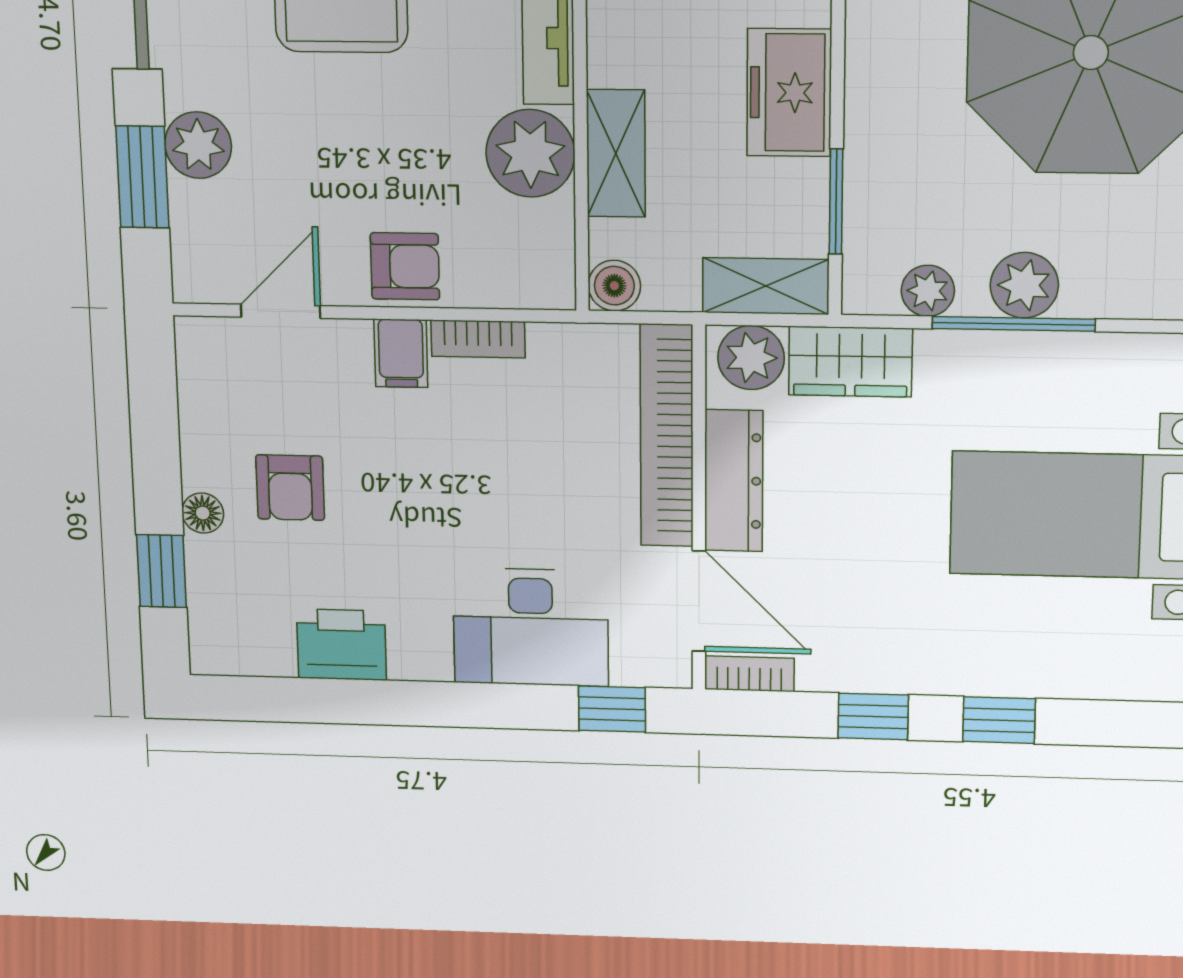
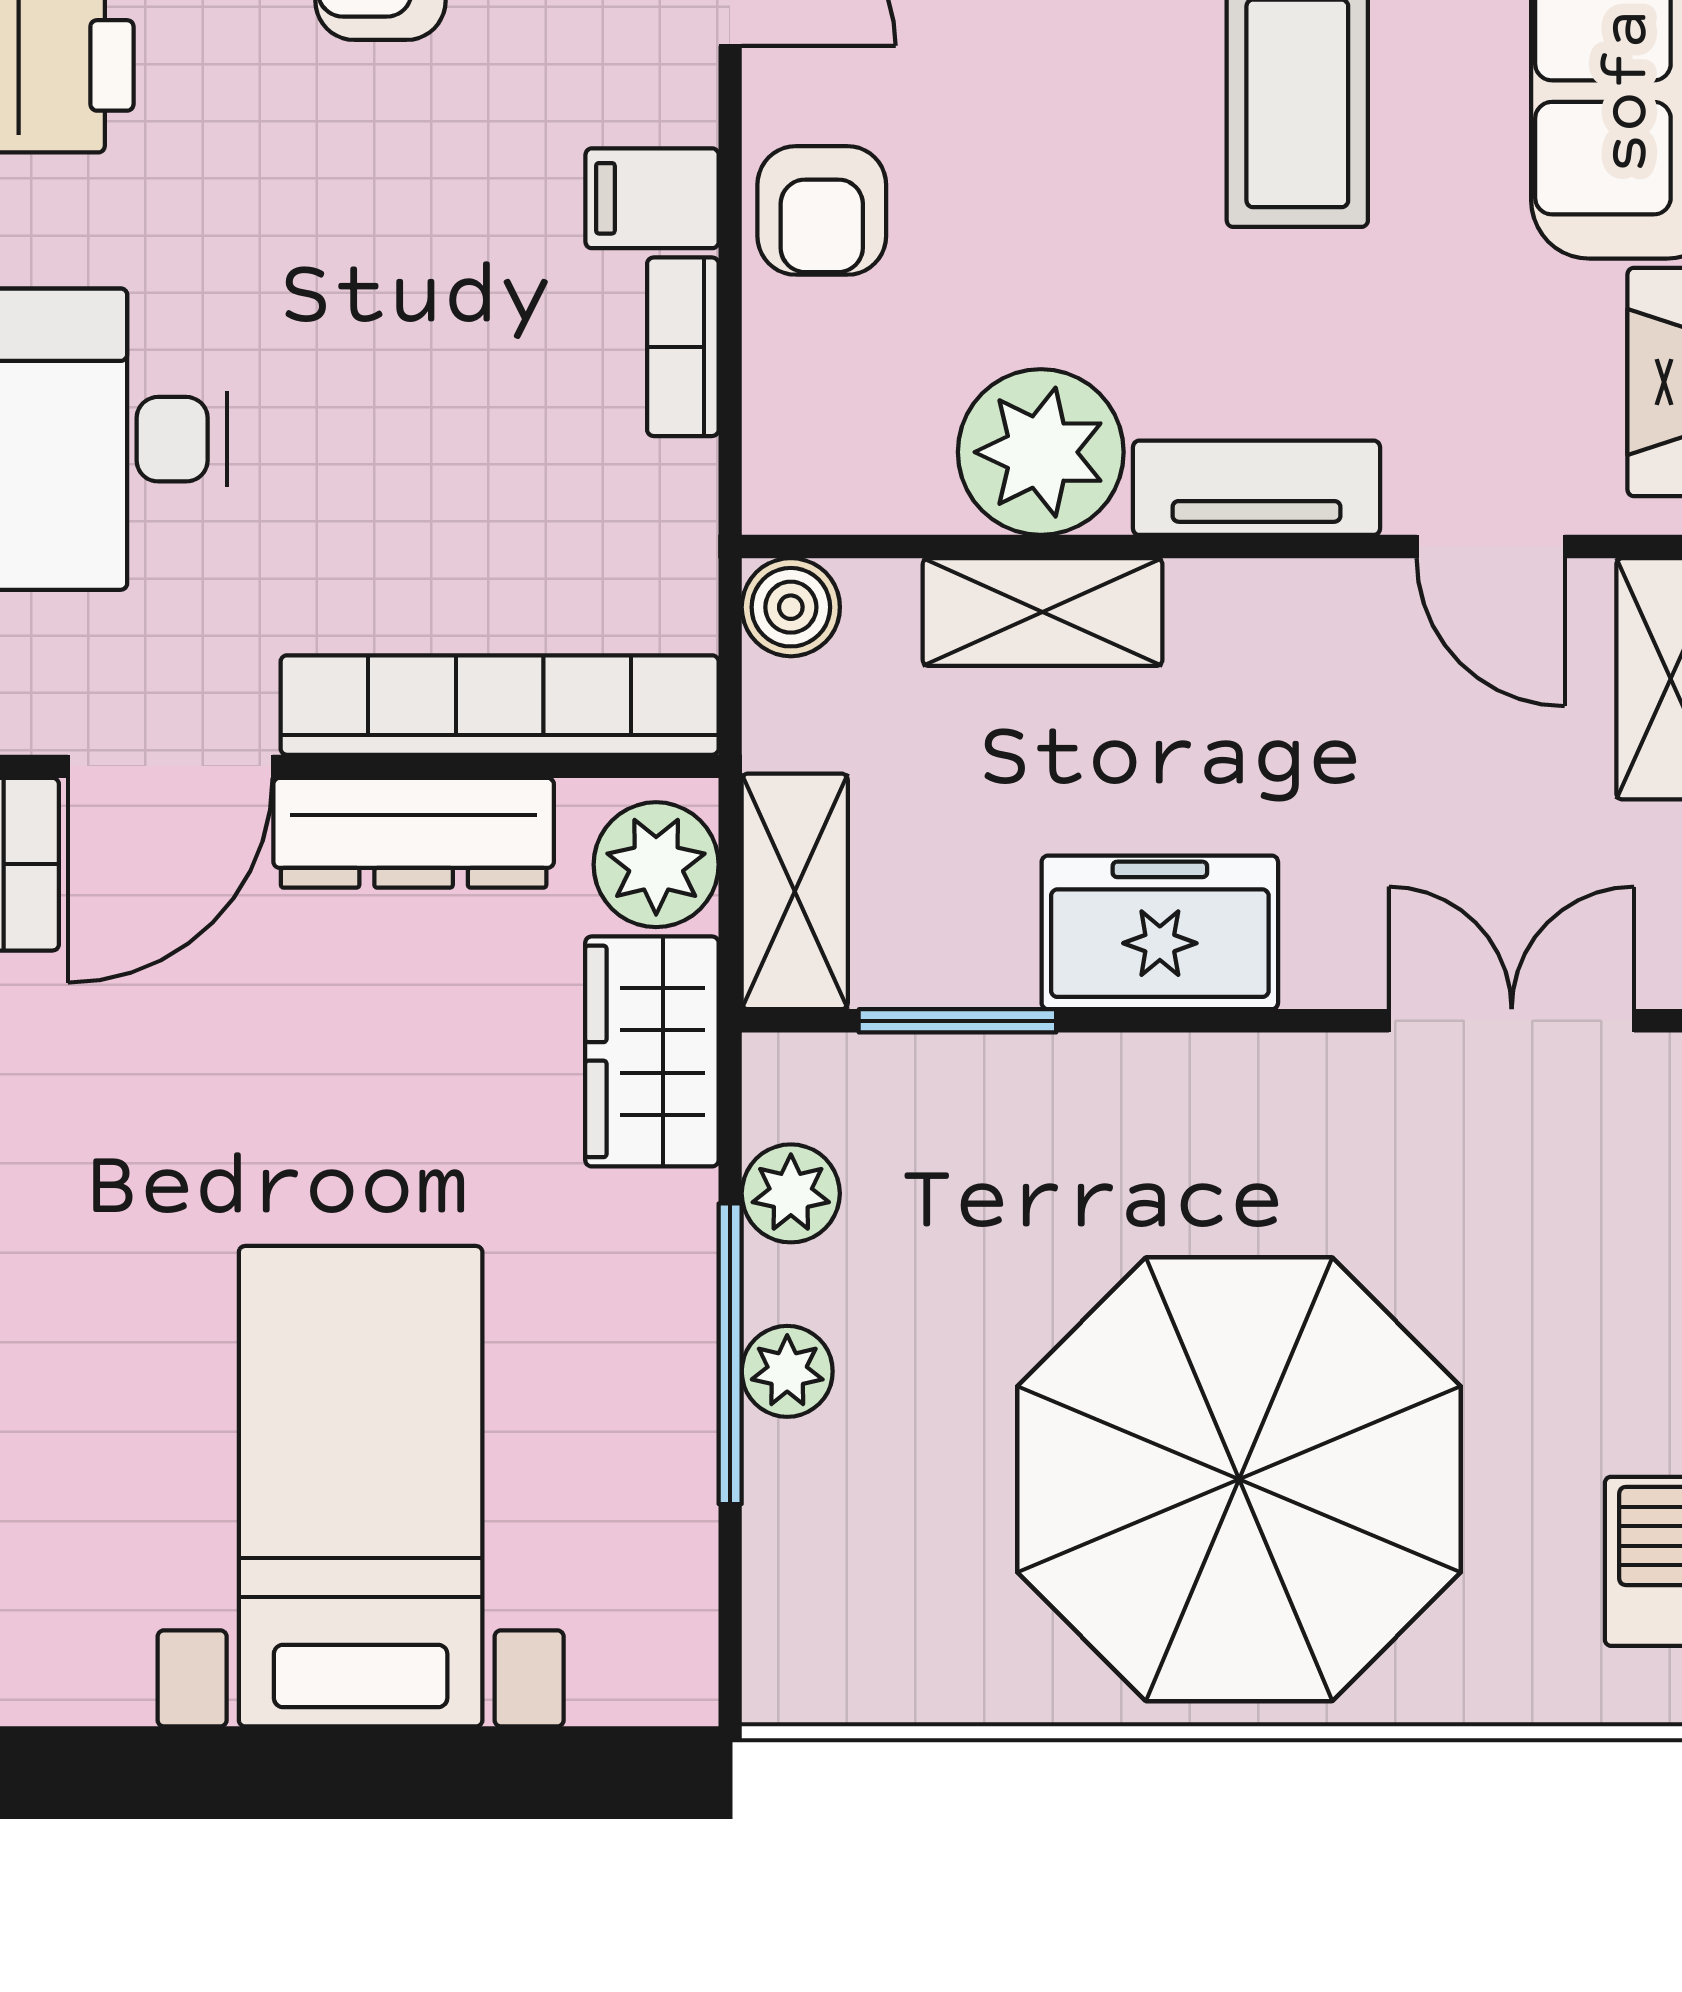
plant: (1024, 285) -> (787, 1371), width x0.73, depth x0.73

